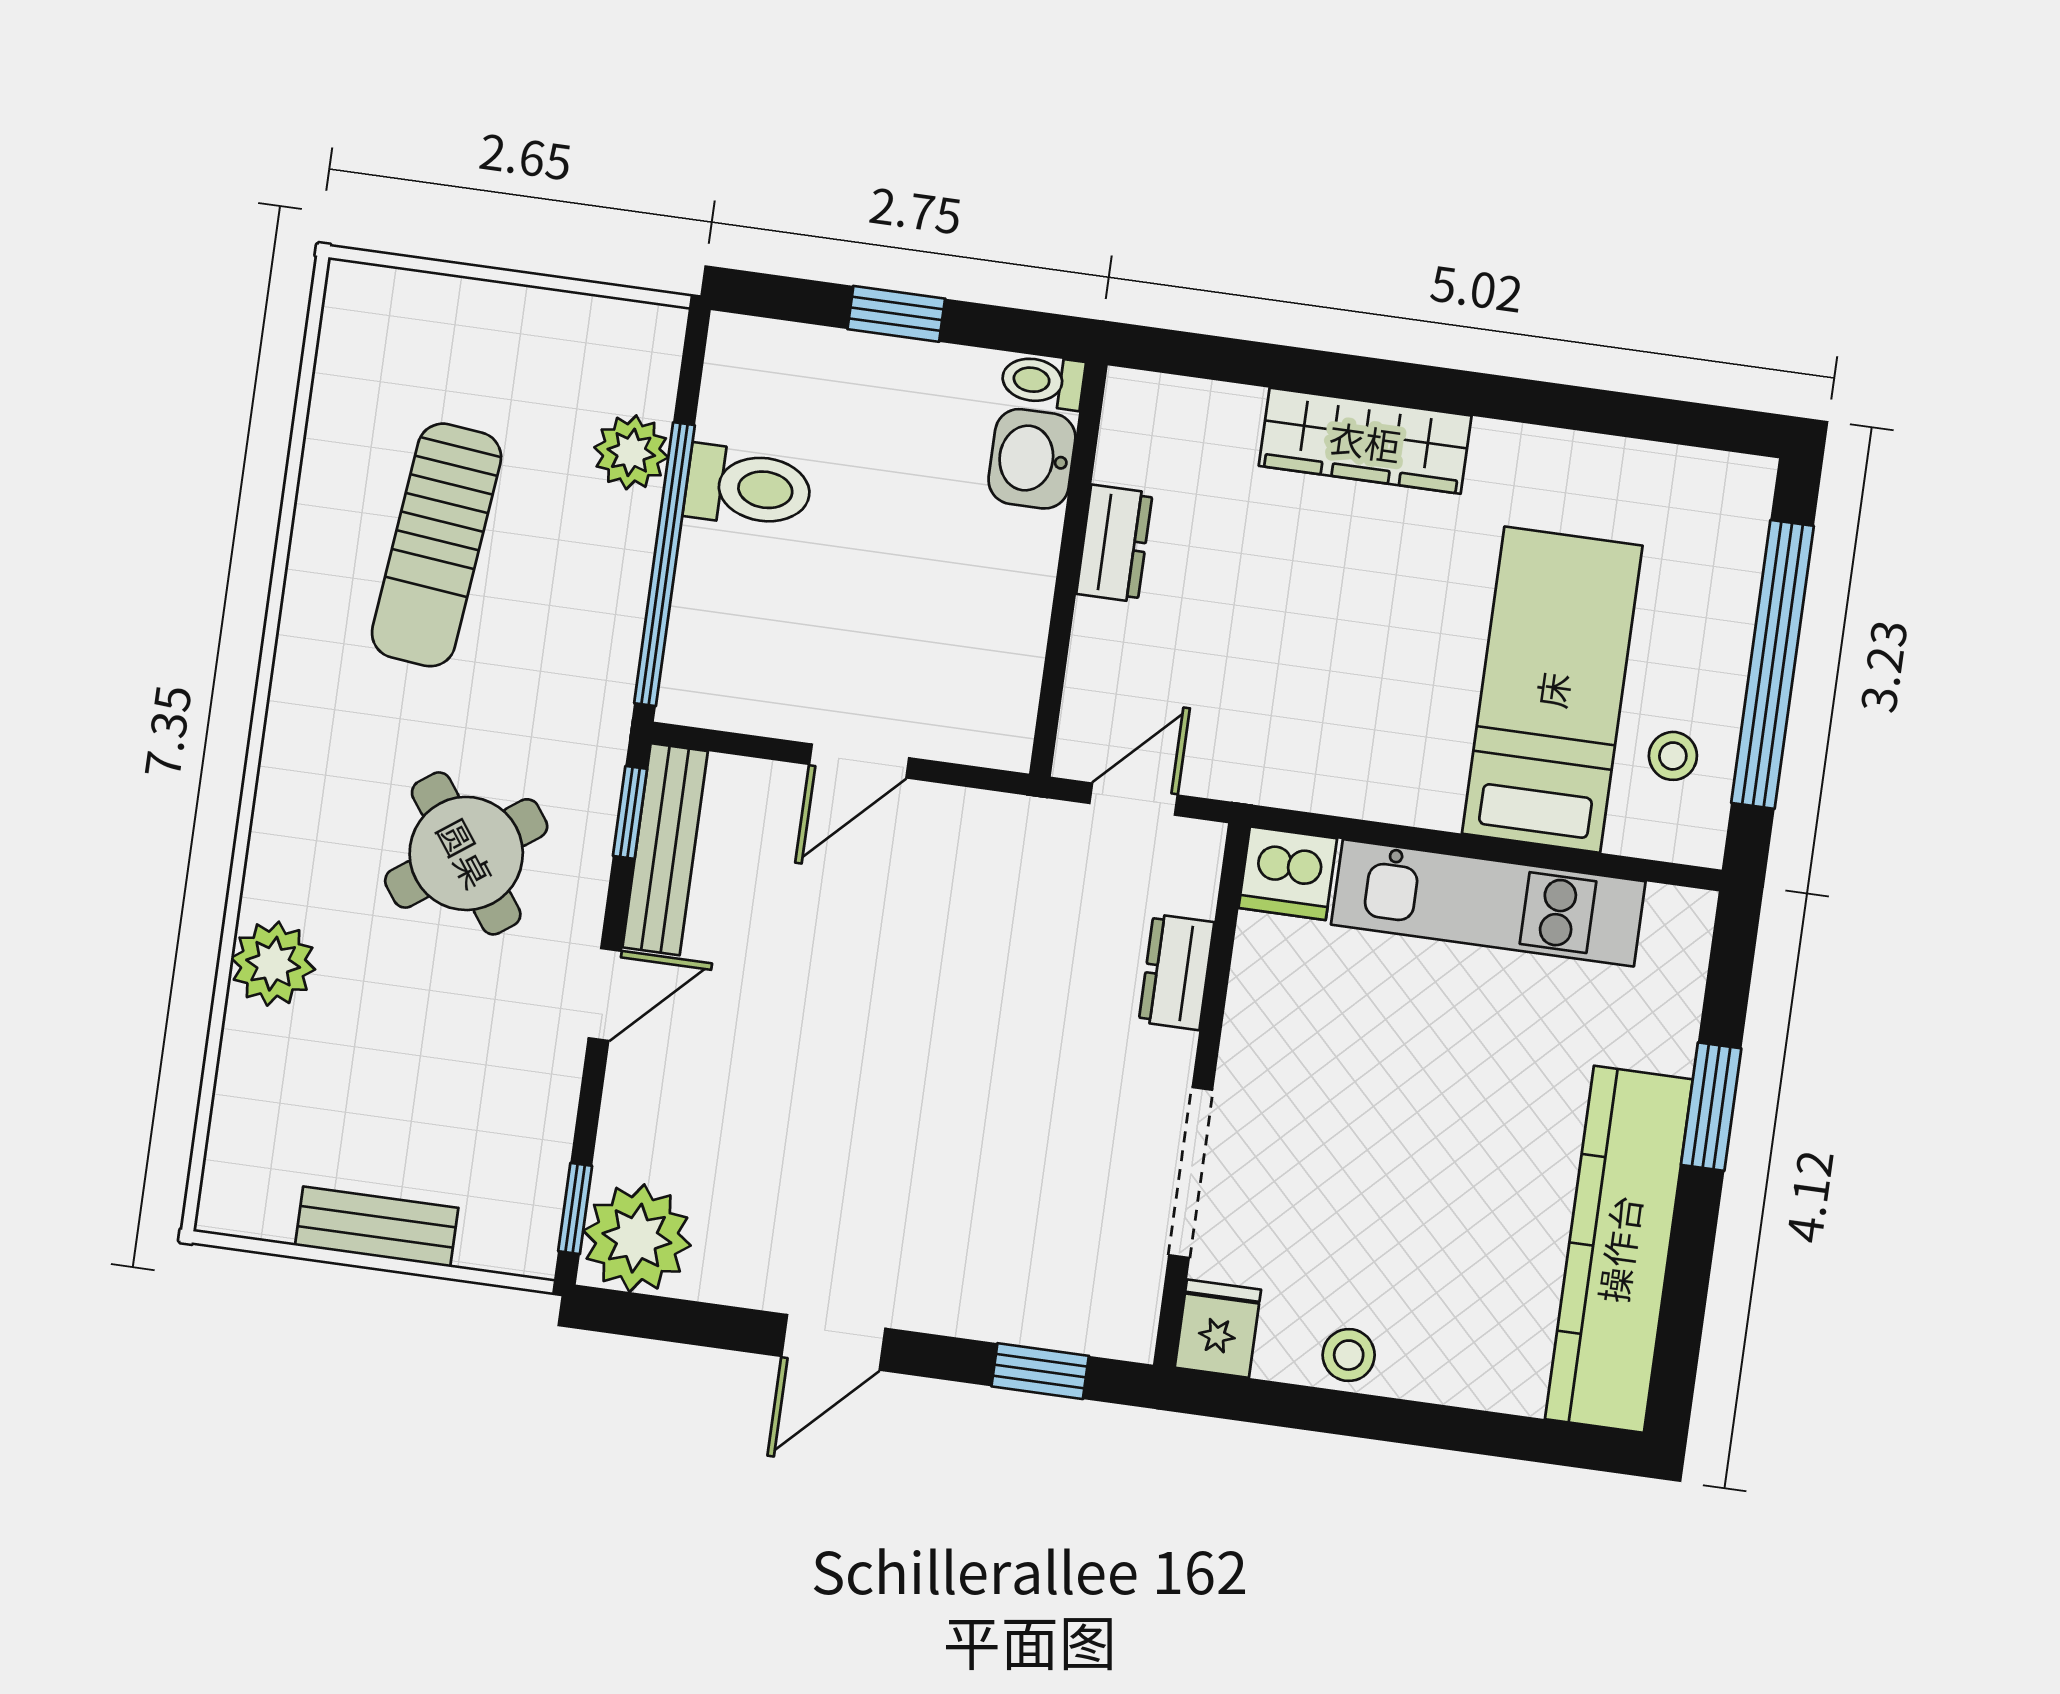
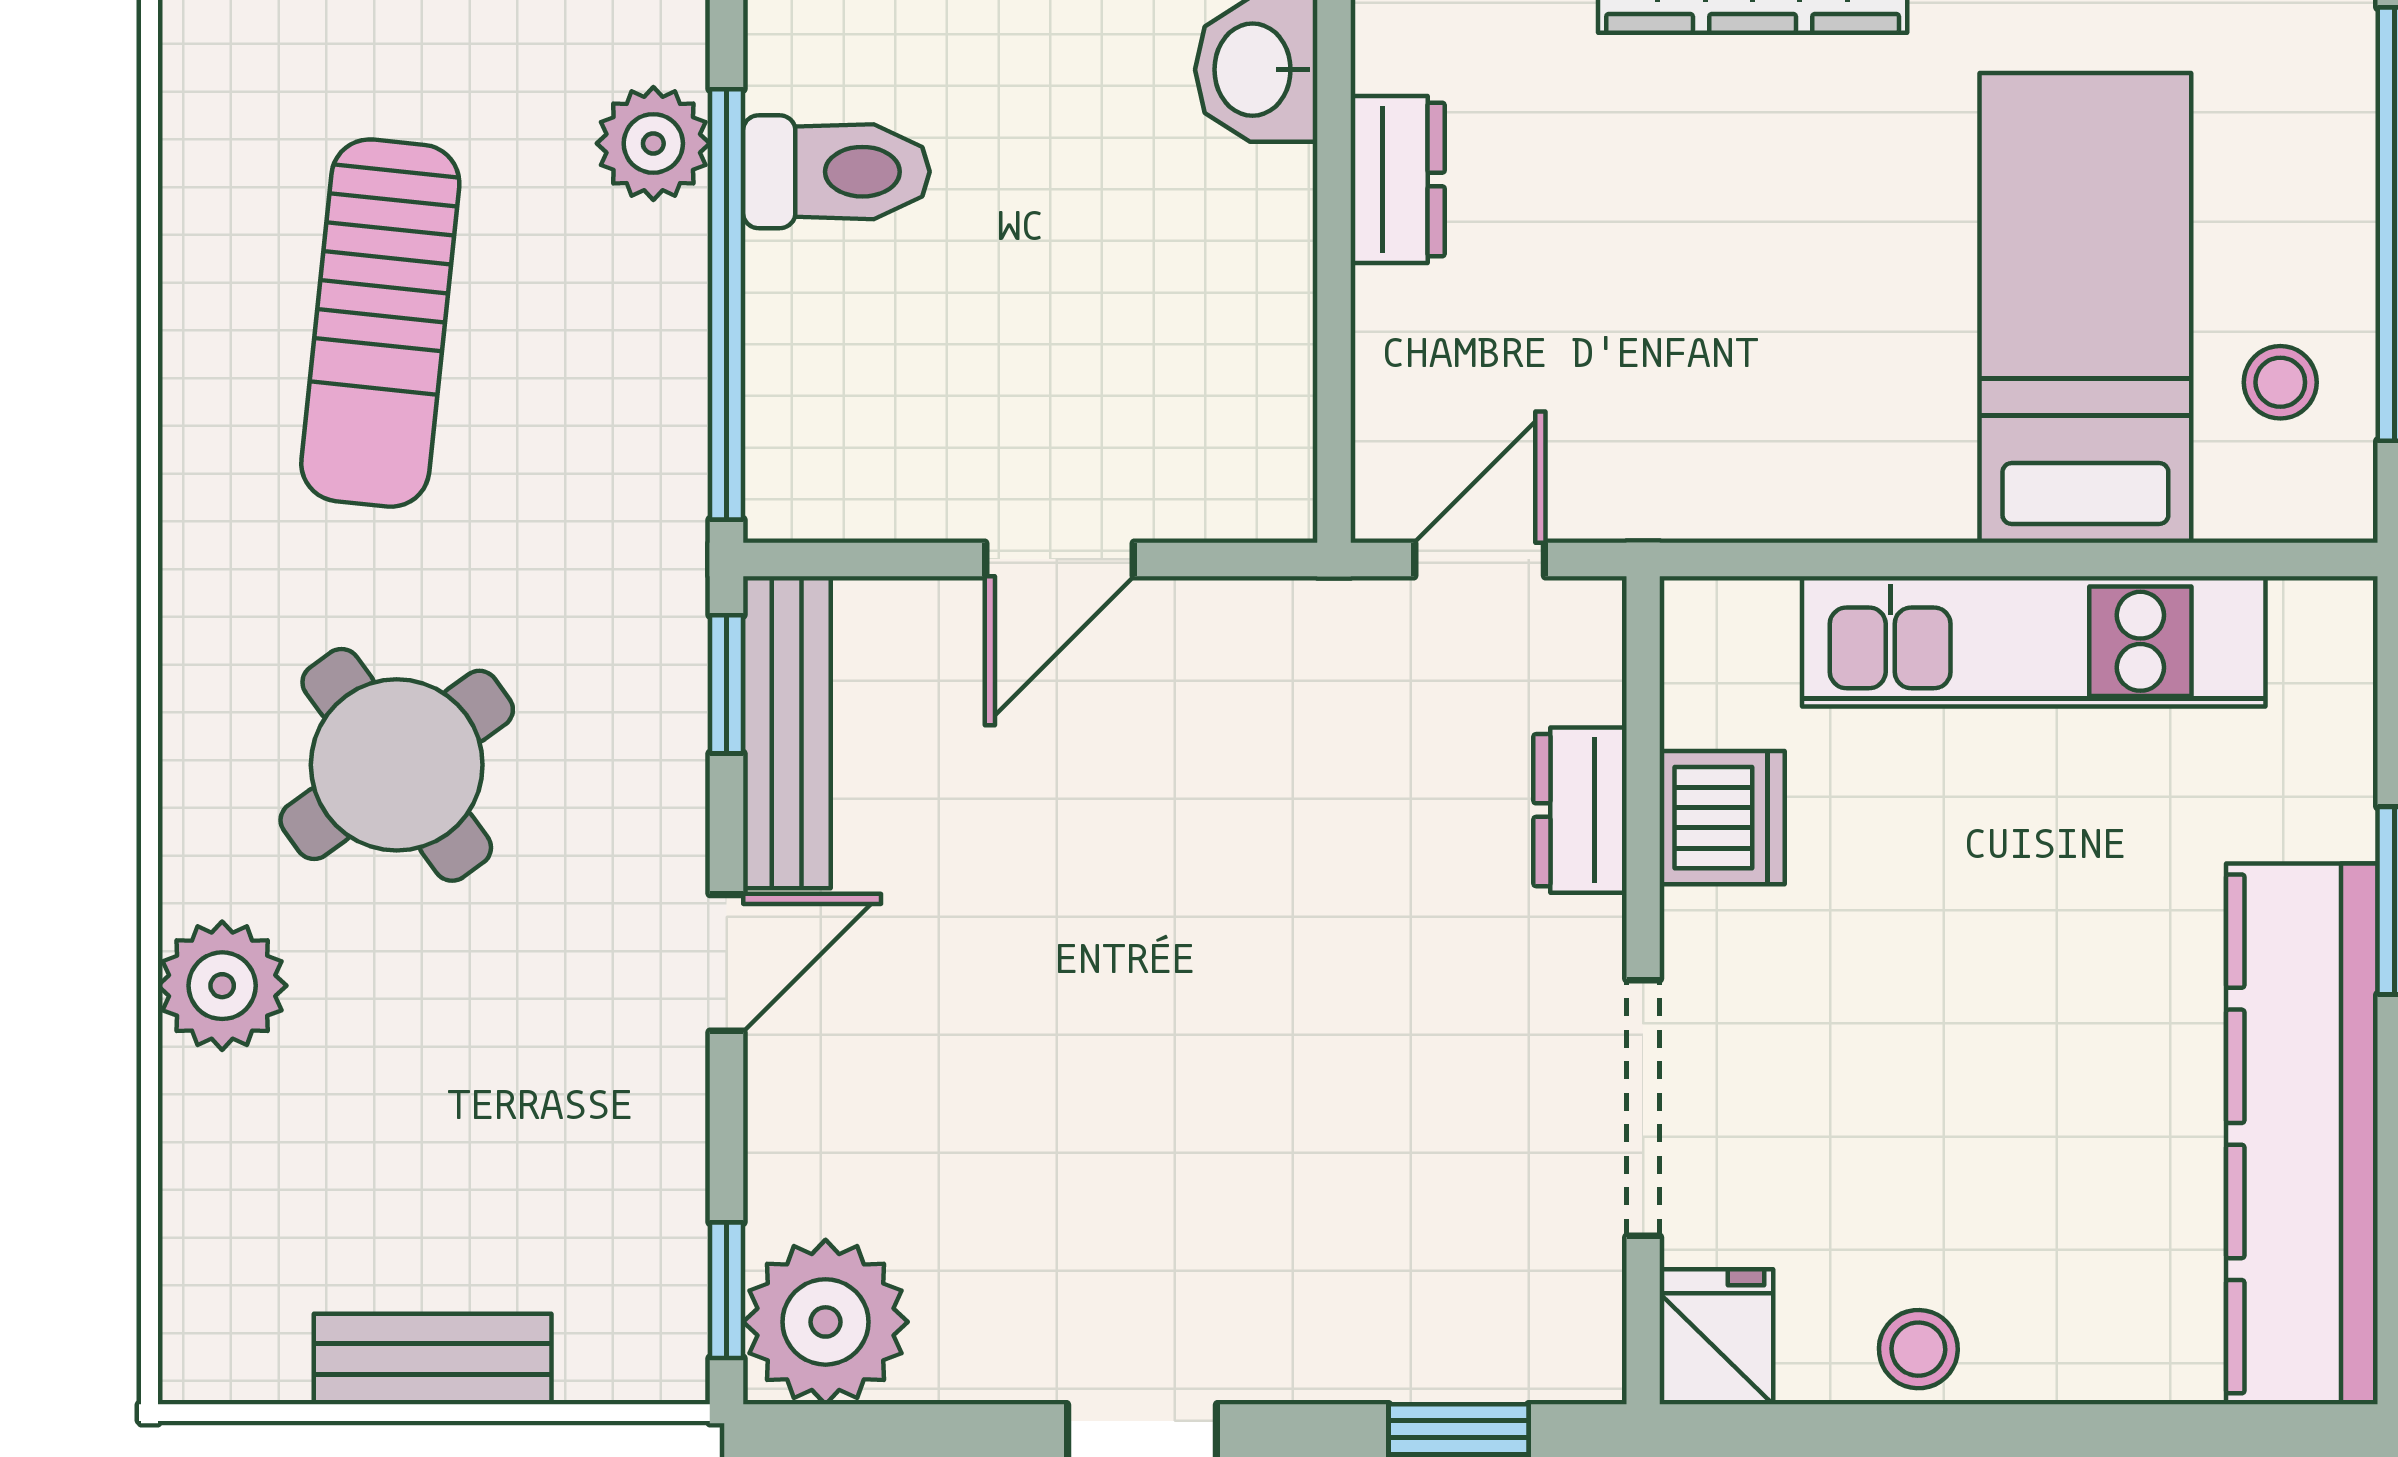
round table: (466, 853) -> (397, 765), moved
dishwasher: (1288, 873) -> (1722, 818), moved, turned -90

